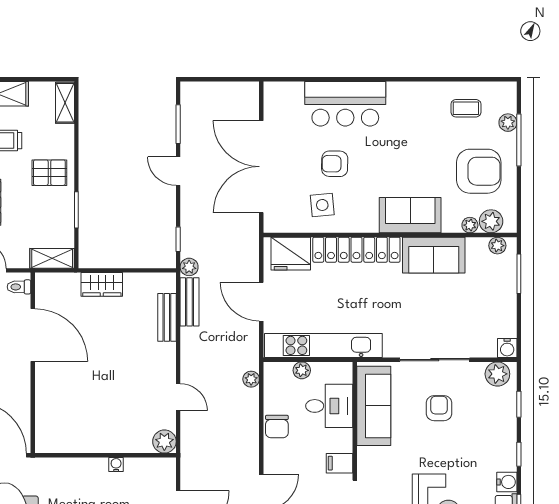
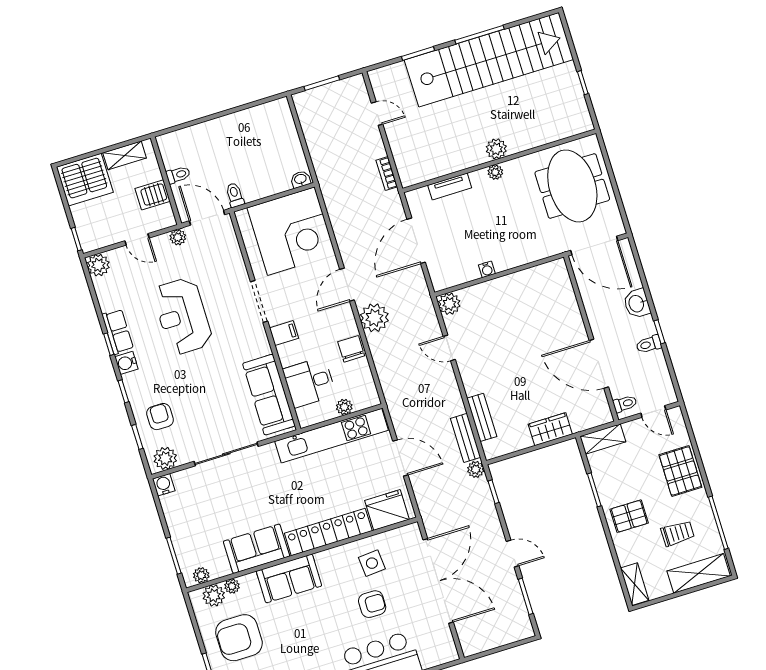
plant: (251, 379) -> (374, 318), moved, width x1.87, depth x1.87
armchair: (439, 408) -> (160, 417), moved, turned 180

